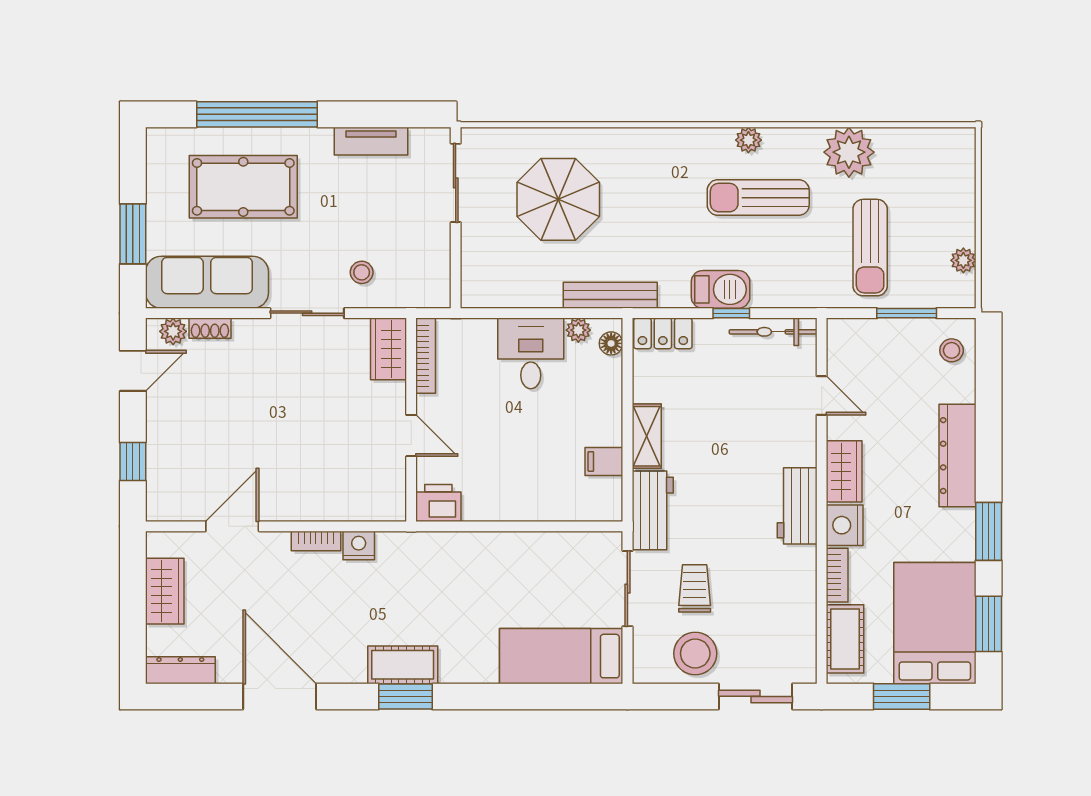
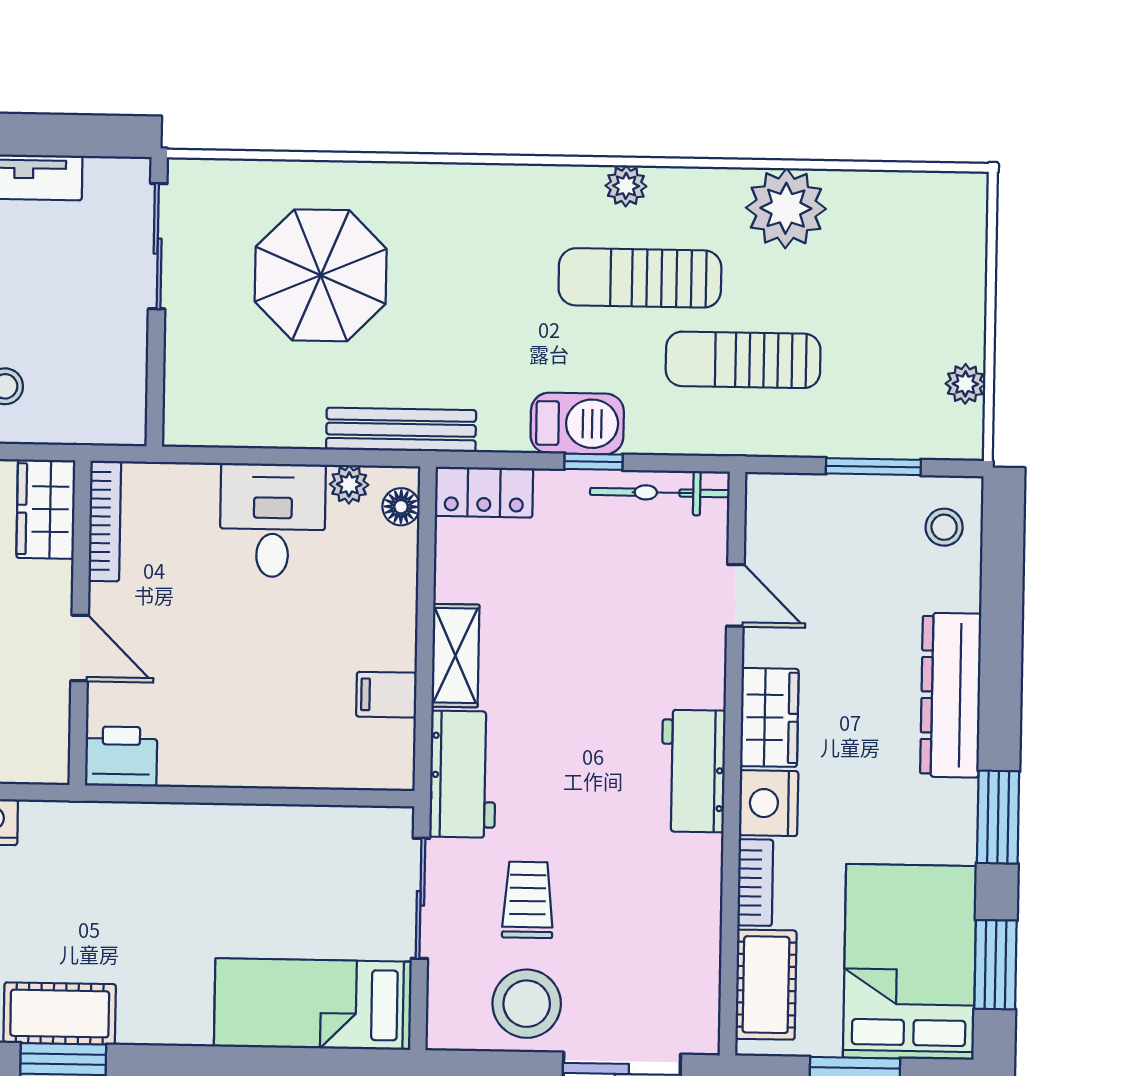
sun lounger: (870, 248) -> (743, 360), moved, turned 90

